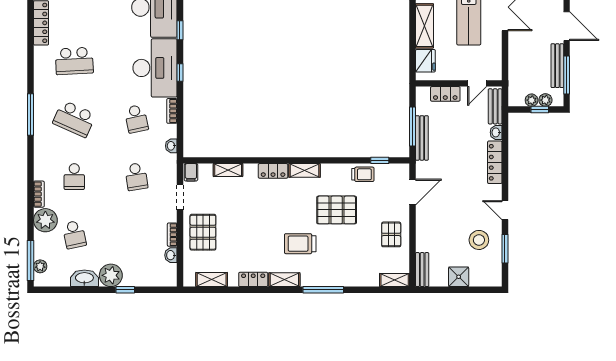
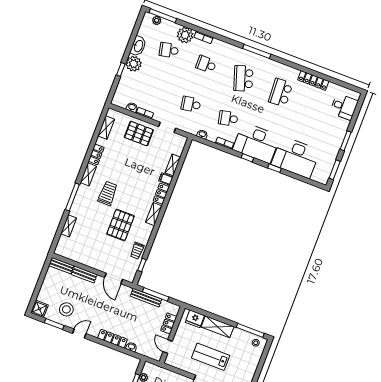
bench: (495, 106) -> (84, 275), moved
school desk: (74, 119) -> (243, 78), turned -42
filing cabinet: (191, 172) -> (166, 179), moved
pallet: (391, 234) -> (91, 254), removed
shower: (459, 277) -> (39, 309), moved
shelving: (395, 280) -> (69, 226), moved

